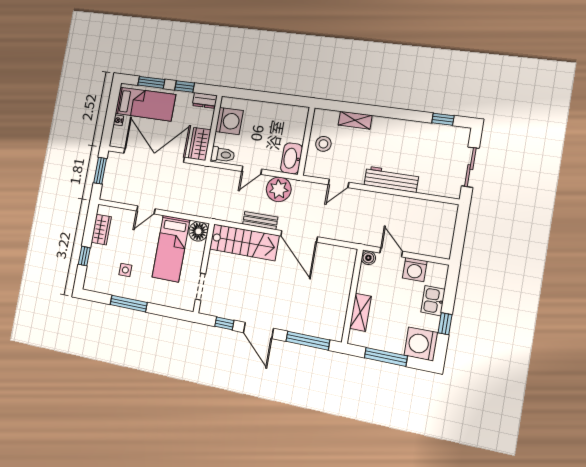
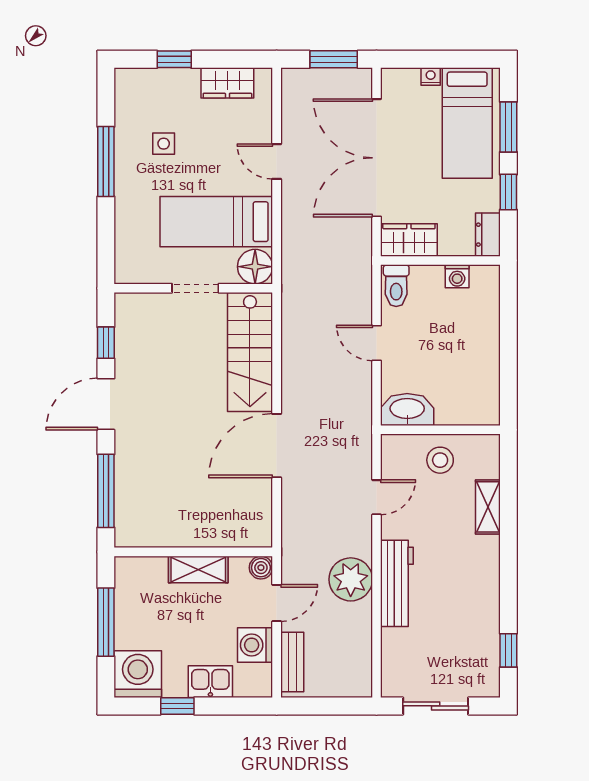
washing machine: (229, 121) -> (457, 276), width x0.53, depth x0.53
double door: (154, 155) -> (377, 158), swing flipped
door: (339, 183) -> (377, 497), swing flipped
plant: (279, 189) -> (351, 579), moved
bench: (260, 220) -> (292, 662), moved
doorway: (200, 287) -> (195, 288), moved
shelving: (360, 312) -> (198, 569), moved

